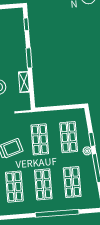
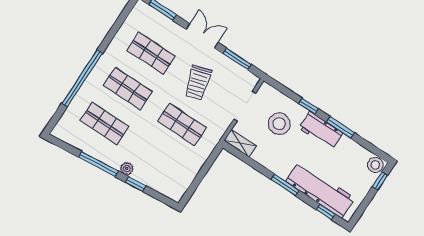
workbench: (17, 37) -> (320, 190), added
shelving: (24, 82) -> (240, 143), moved
shop shelf: (69, 137) -> (159, 160), removed

